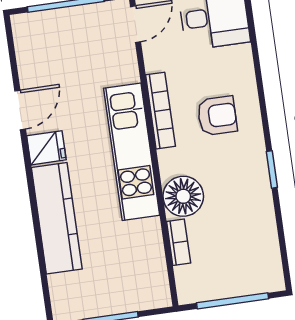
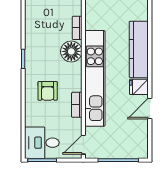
bookcase: (160, 111) -> (77, 105), width x0.64
armchair: (217, 116) -> (48, 91), turned -90
kitchen unit: (132, 152) -> (95, 78), width x1.36

